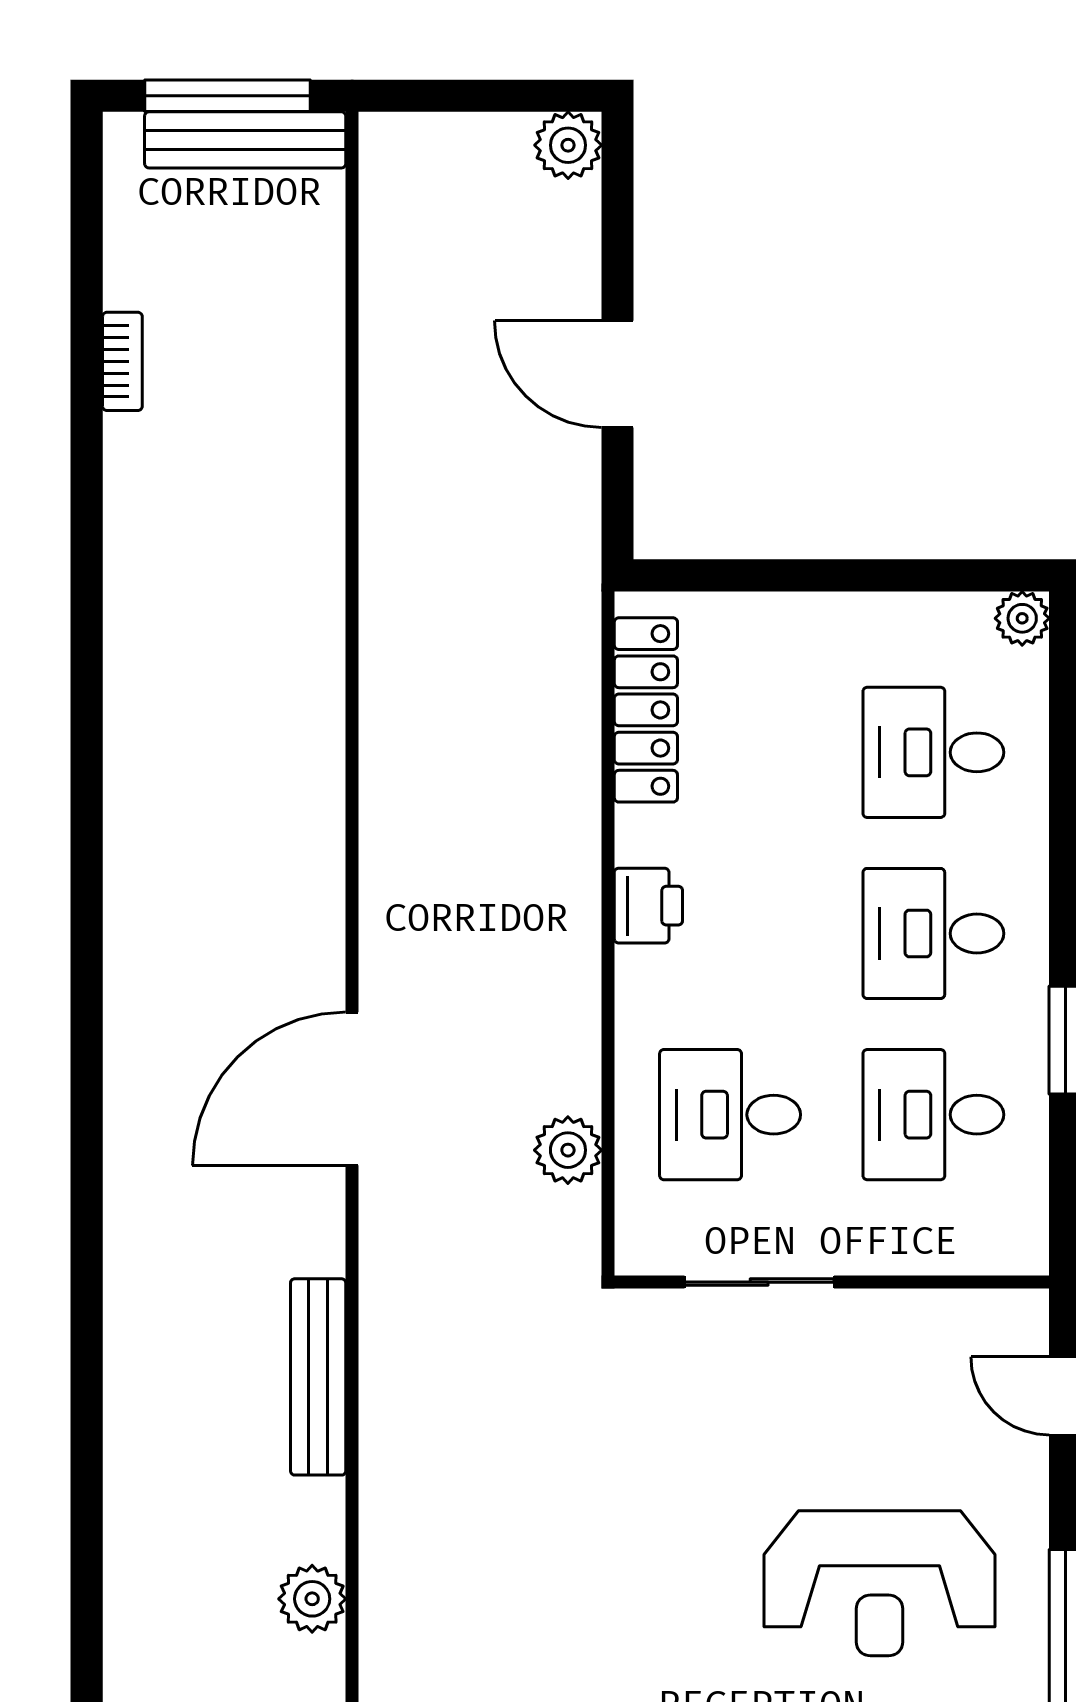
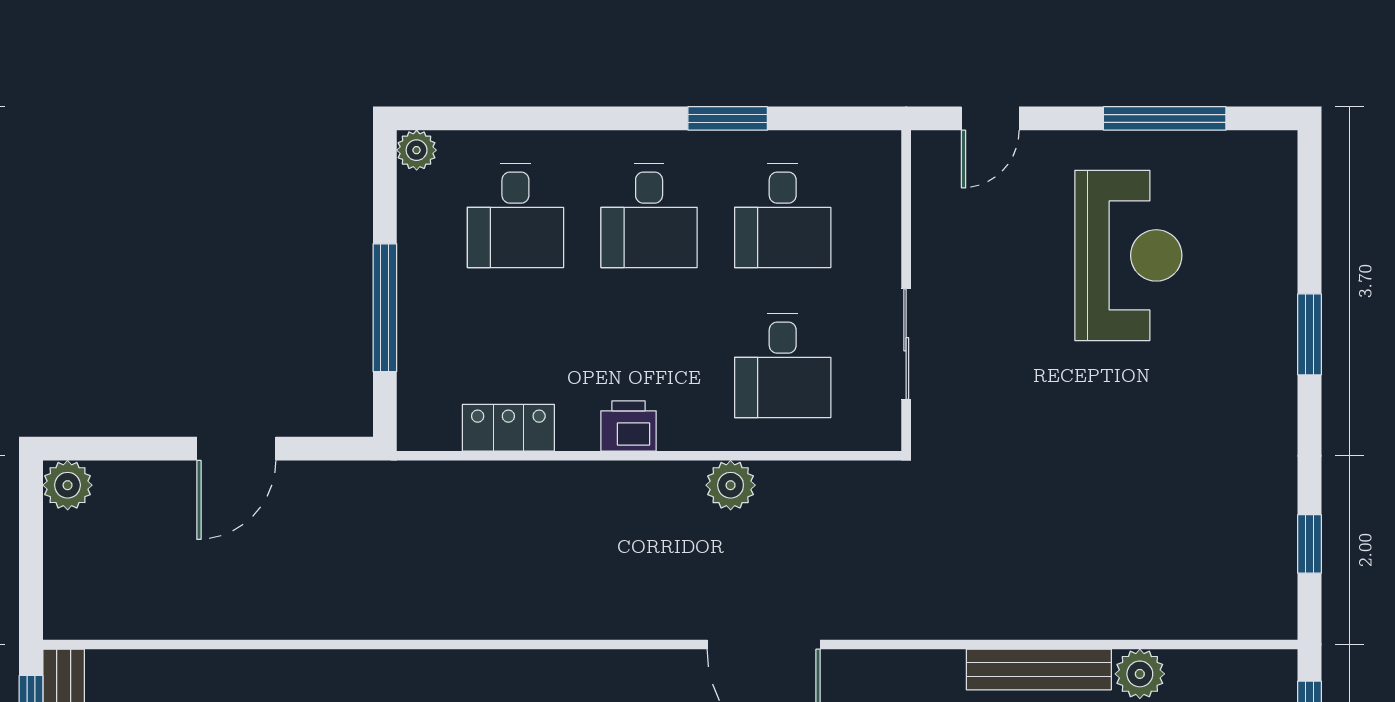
window: (808, 575) -> (385, 308), added
locker: (646, 710) -> (508, 428), width x0.66
plant: (568, 1150) -> (731, 485), moved
bench: (318, 1377) -> (1039, 669), moved

